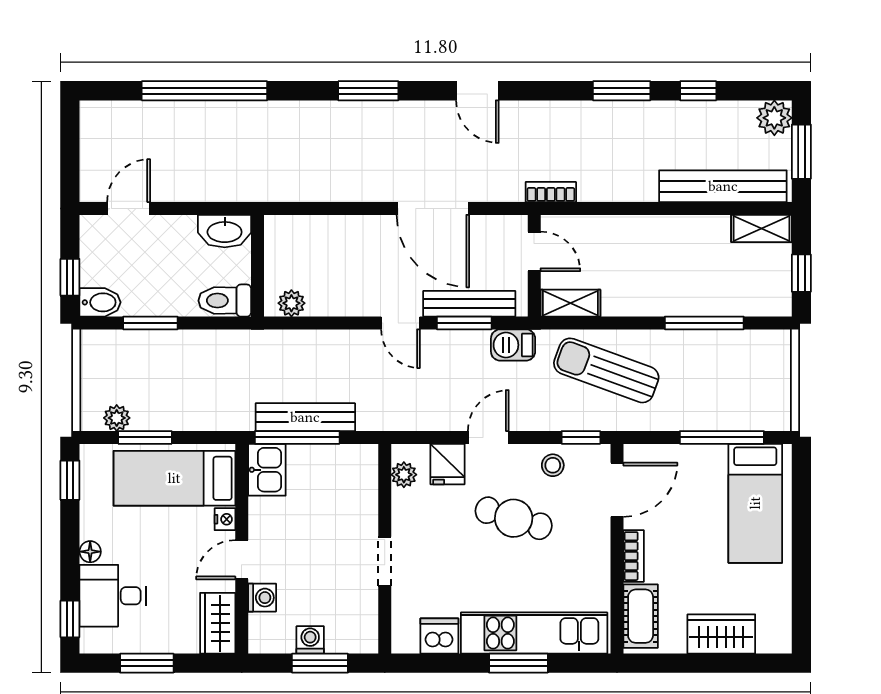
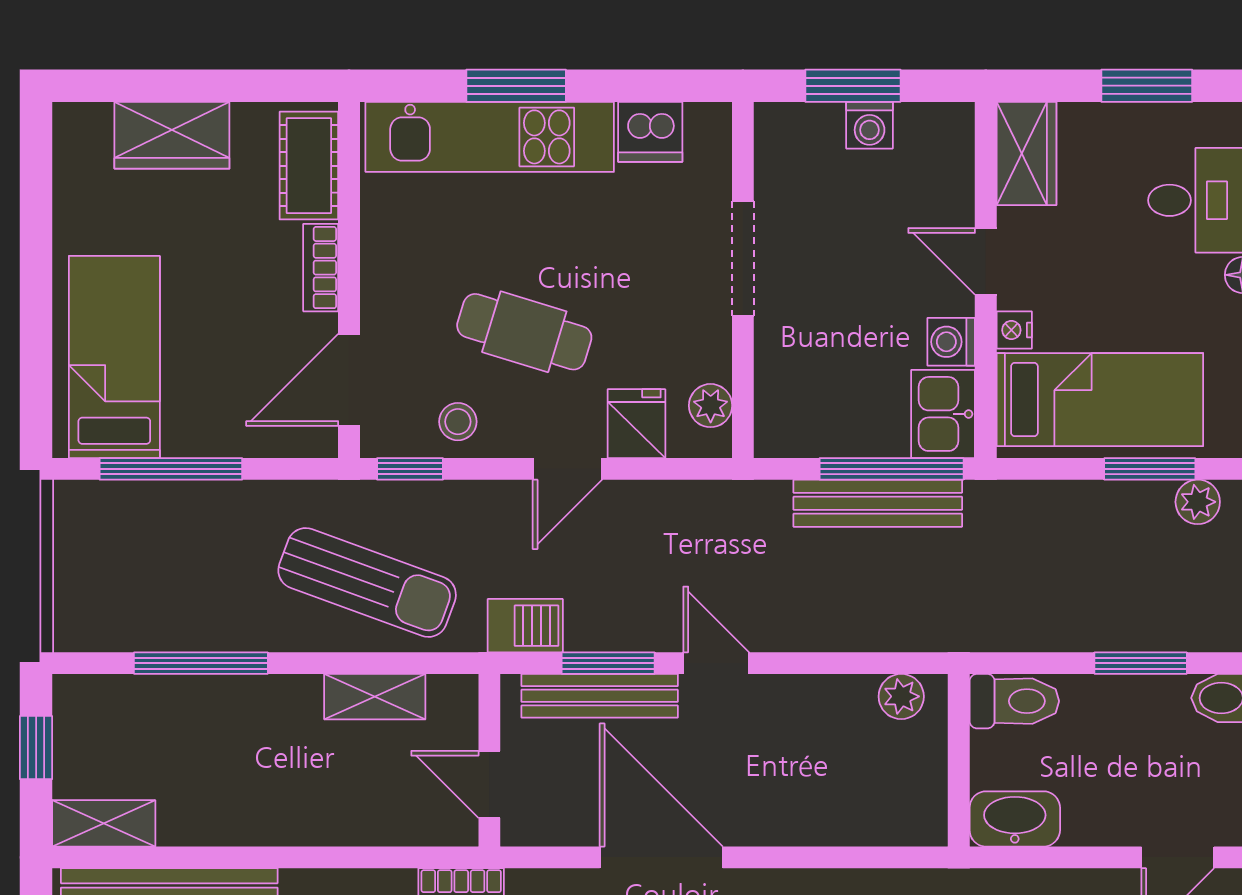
shelving: (570, 303) -> (375, 697), moved
door: (242, 560) -> (986, 261), swing flipped
doorway: (385, 561) -> (743, 259), width x1.38
washing machine: (262, 598) -> (951, 342), moved

